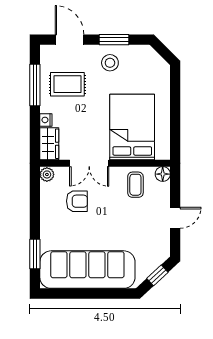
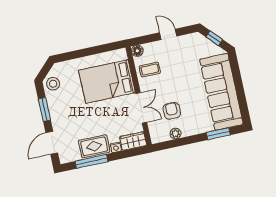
stool: (110, 63) -> (53, 84), moved
rug: (67, 84) -> (94, 146), moved, turned 90
plant: (47, 174) -> (176, 134), moved

